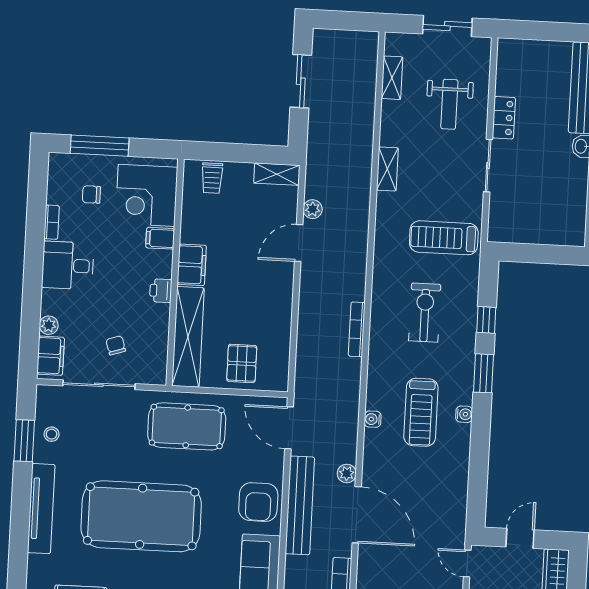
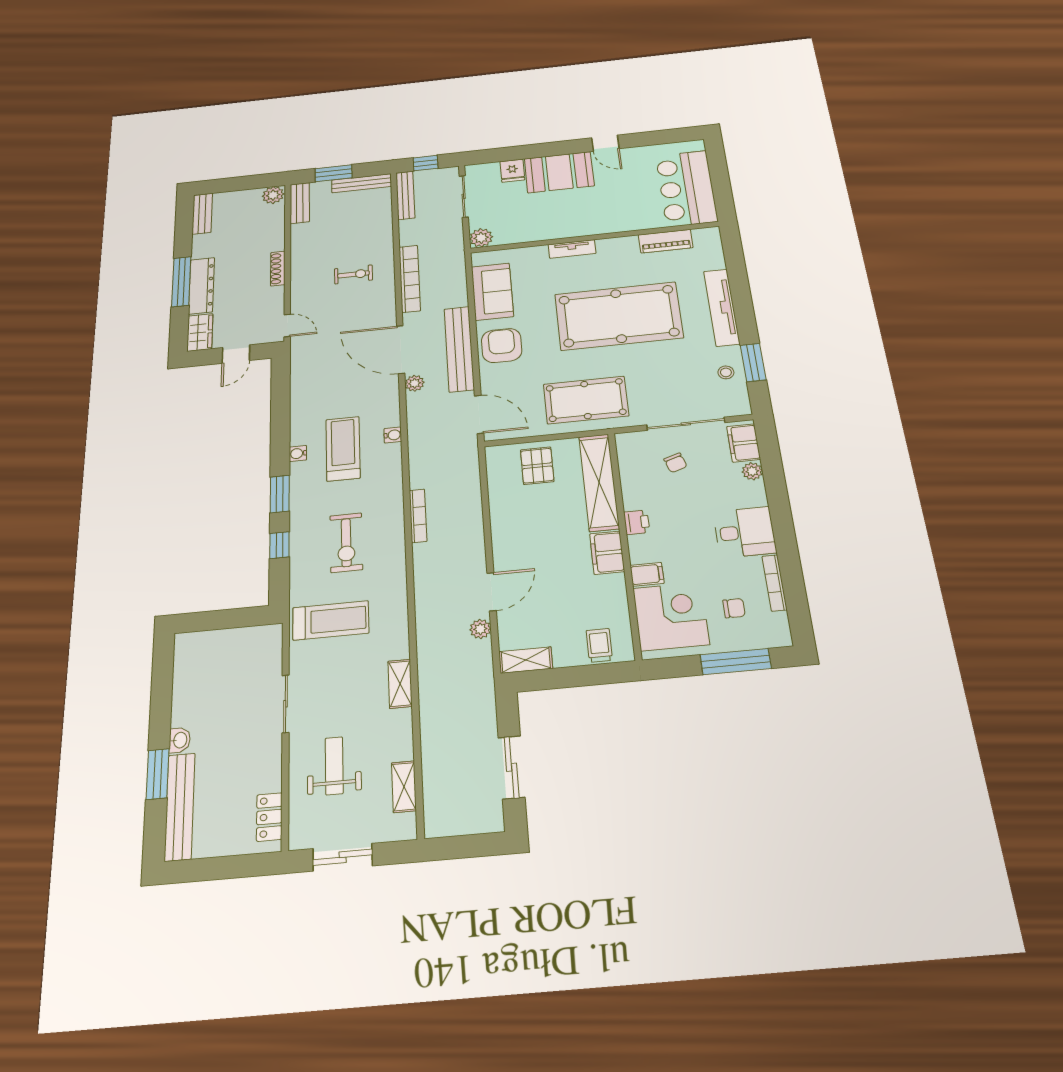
locker: (504, 118) -> (269, 817), moved
bookcase: (52, 222) -> (775, 583), width x1.56

